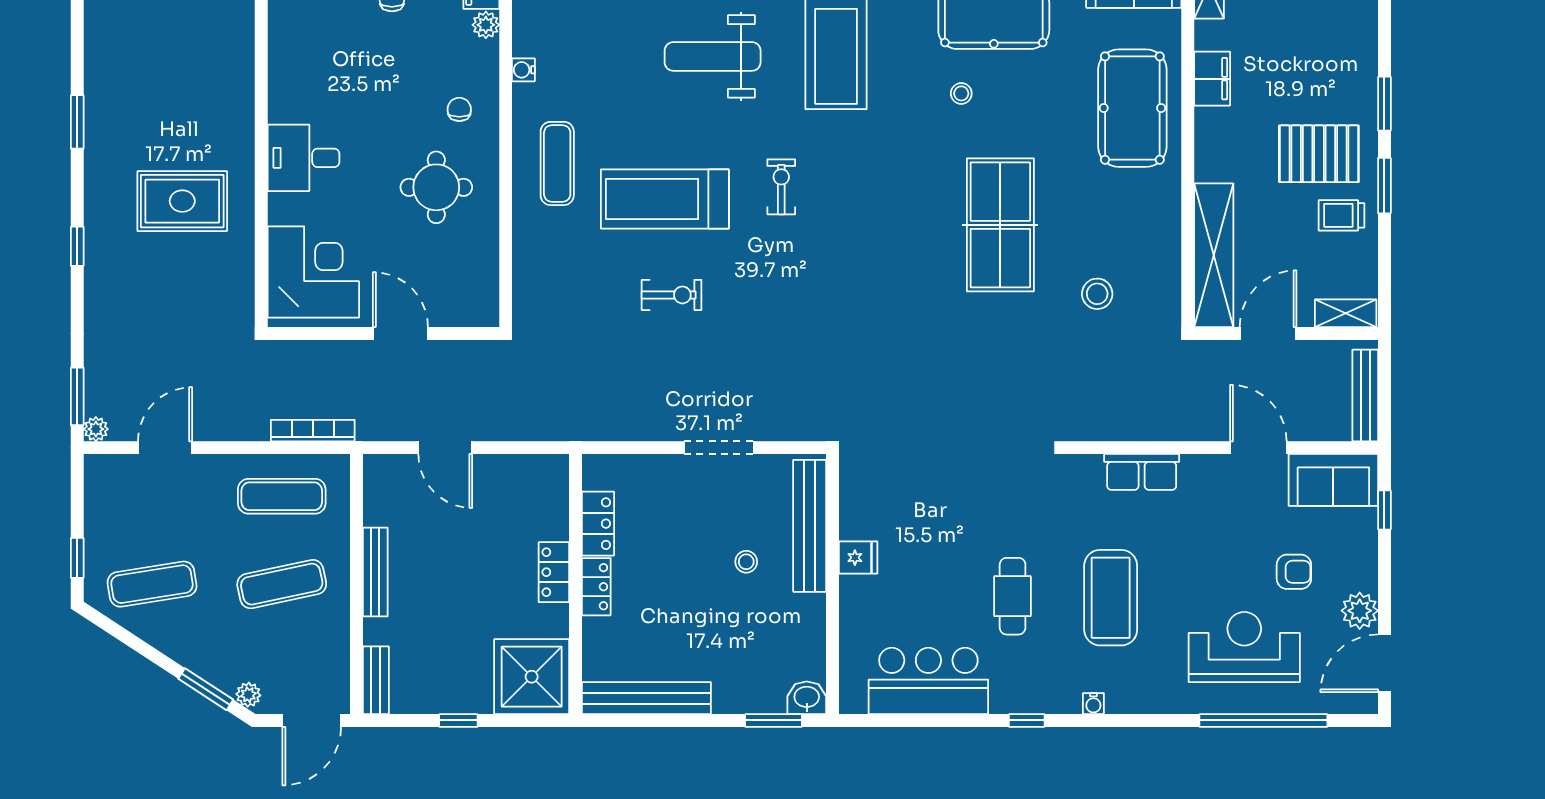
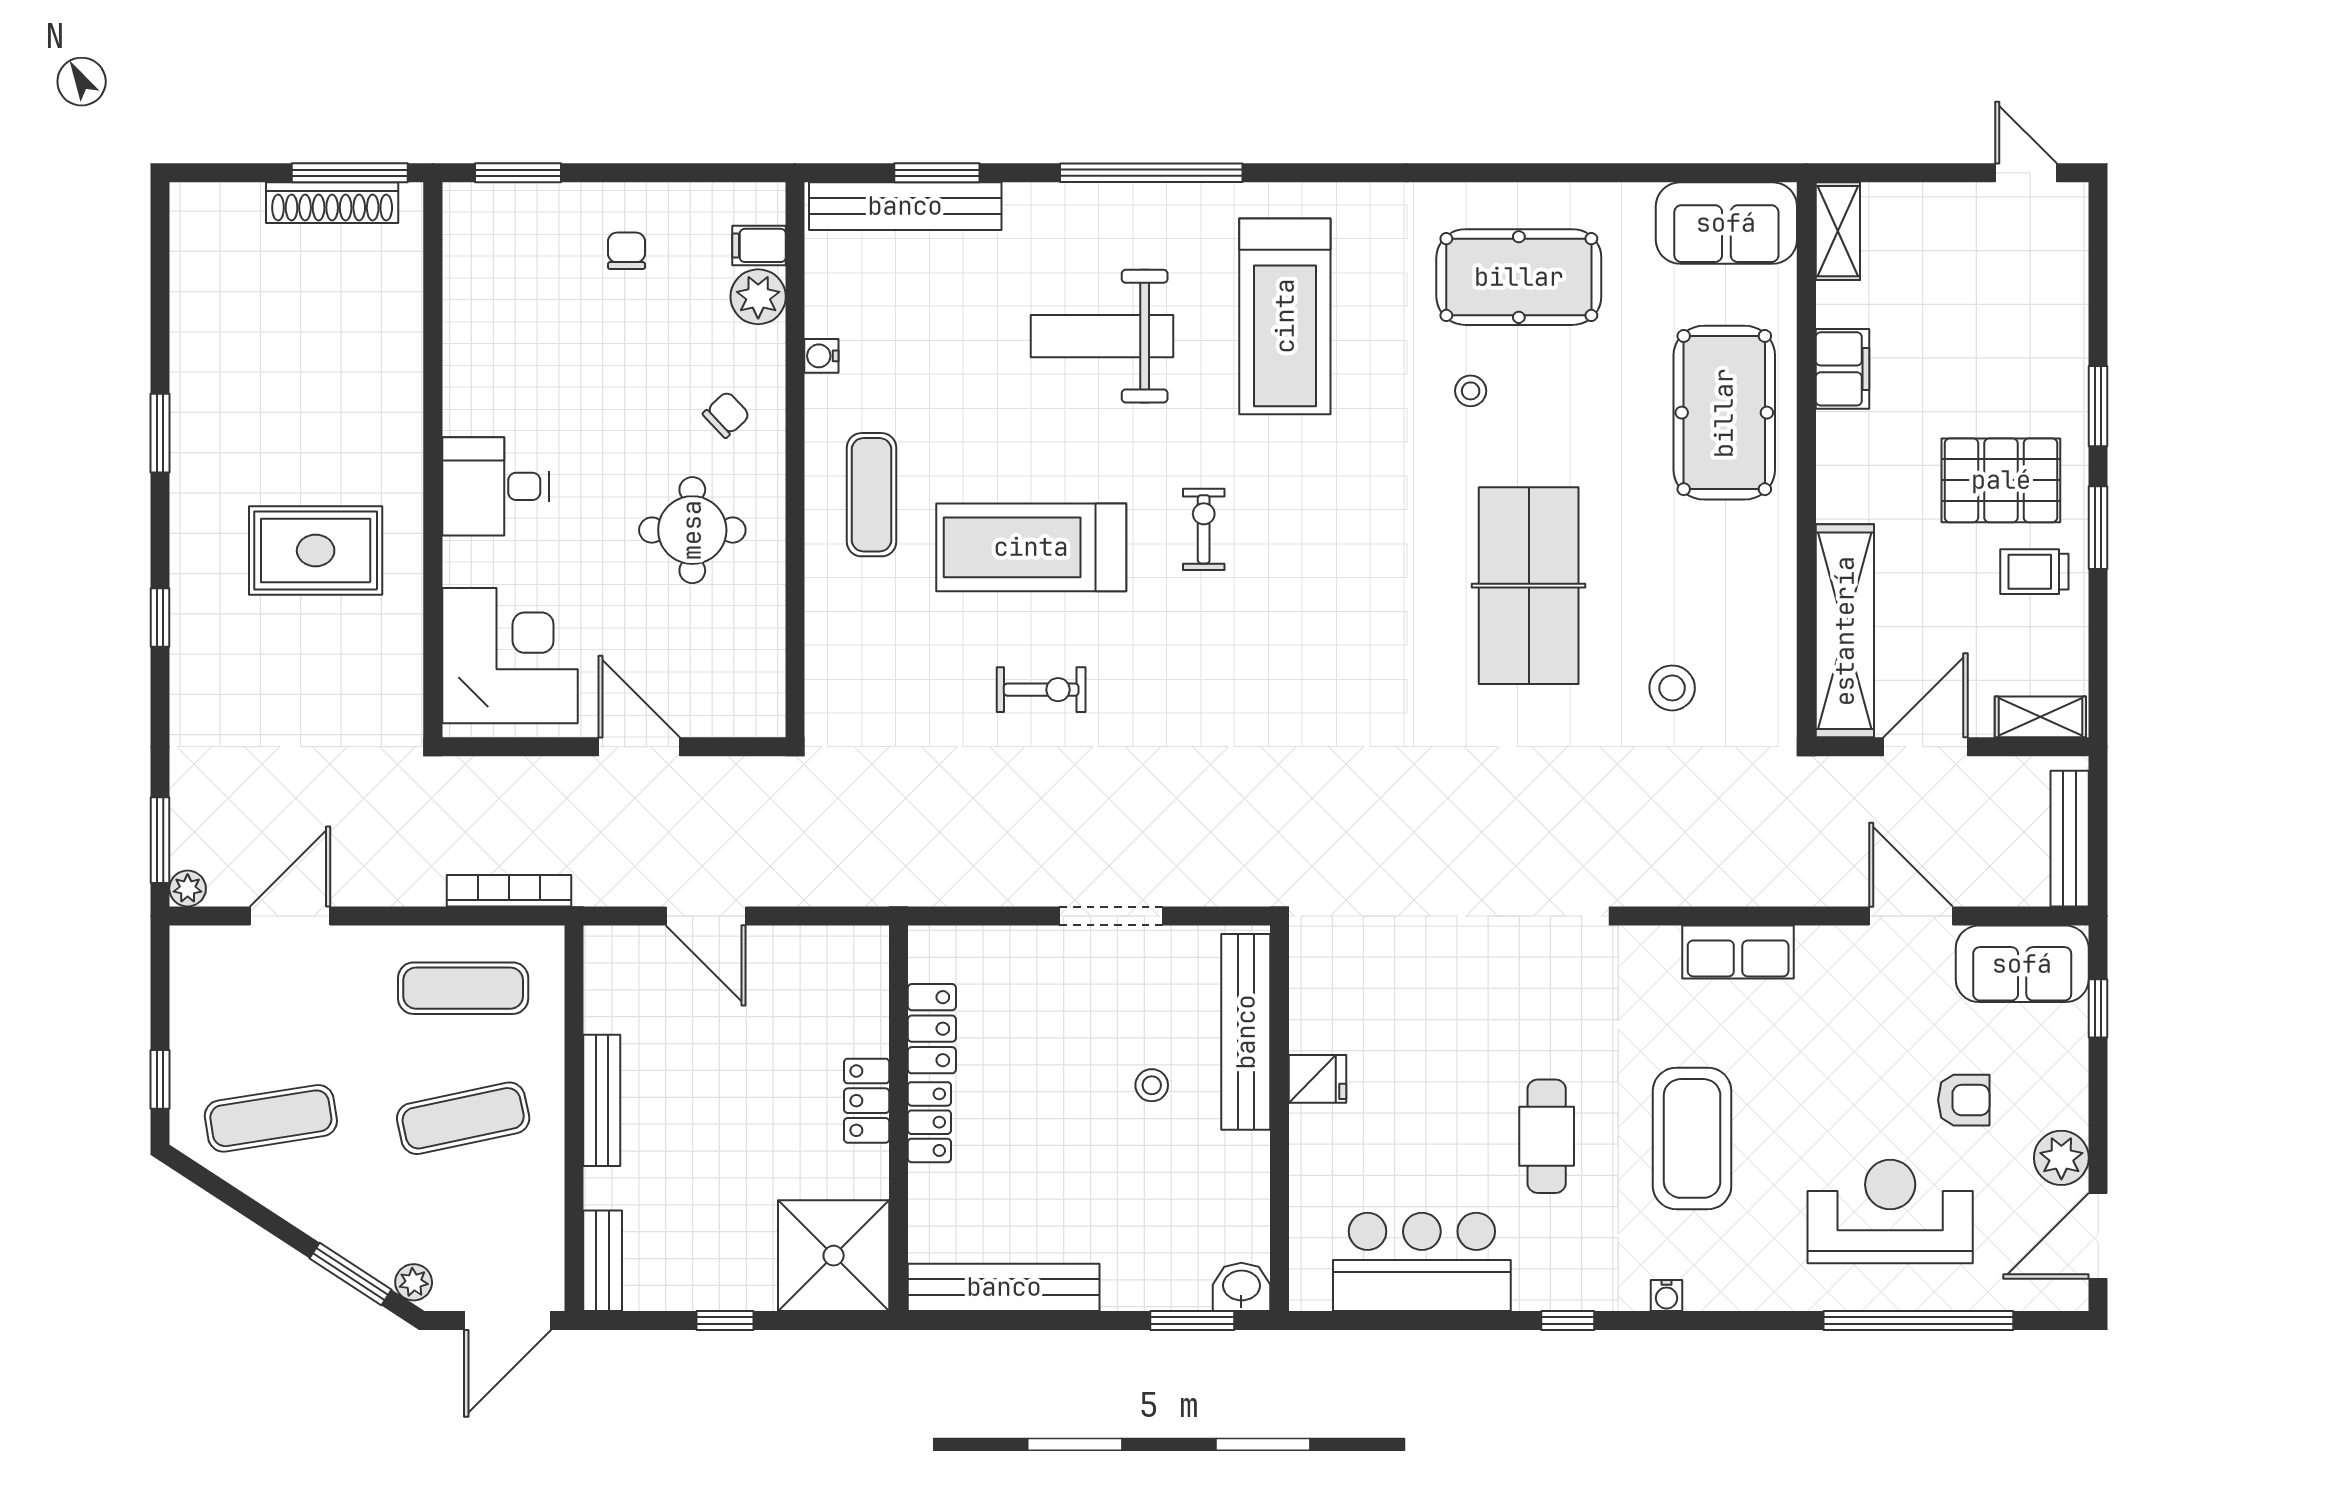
plant: (486, 25) -> (758, 297), width x1.38, depth x1.38
chair: (459, 109) -> (726, 415), turned 47

